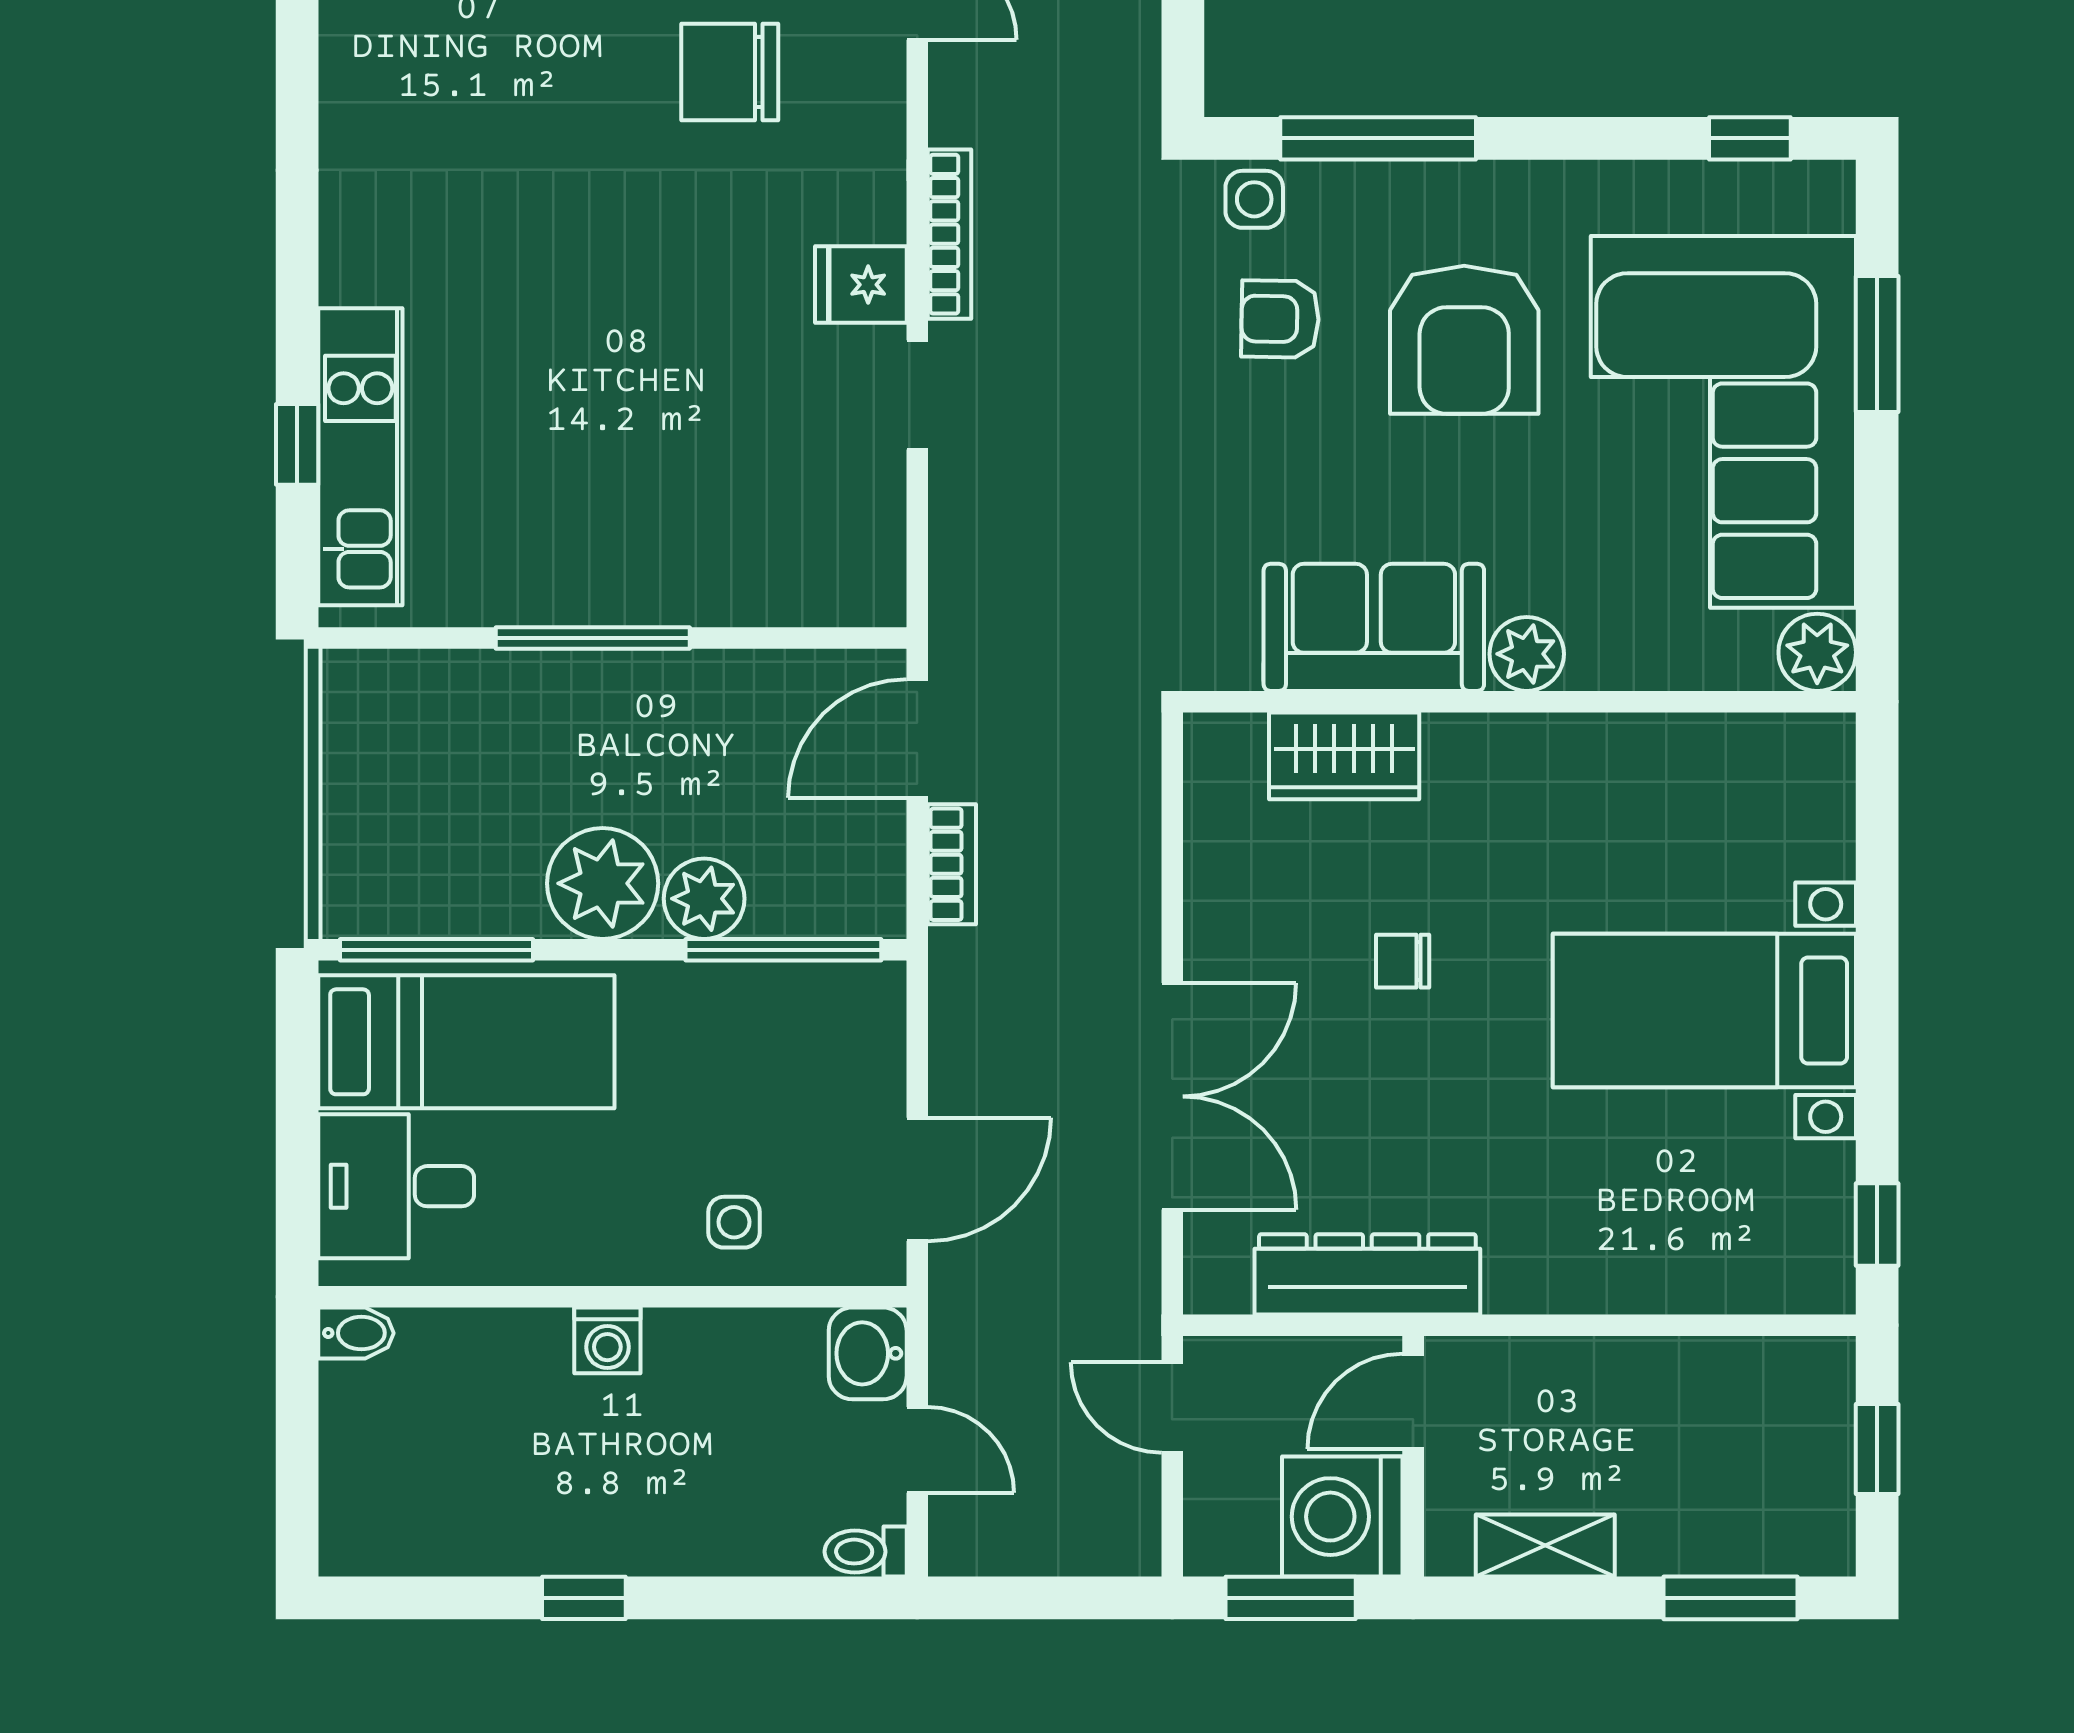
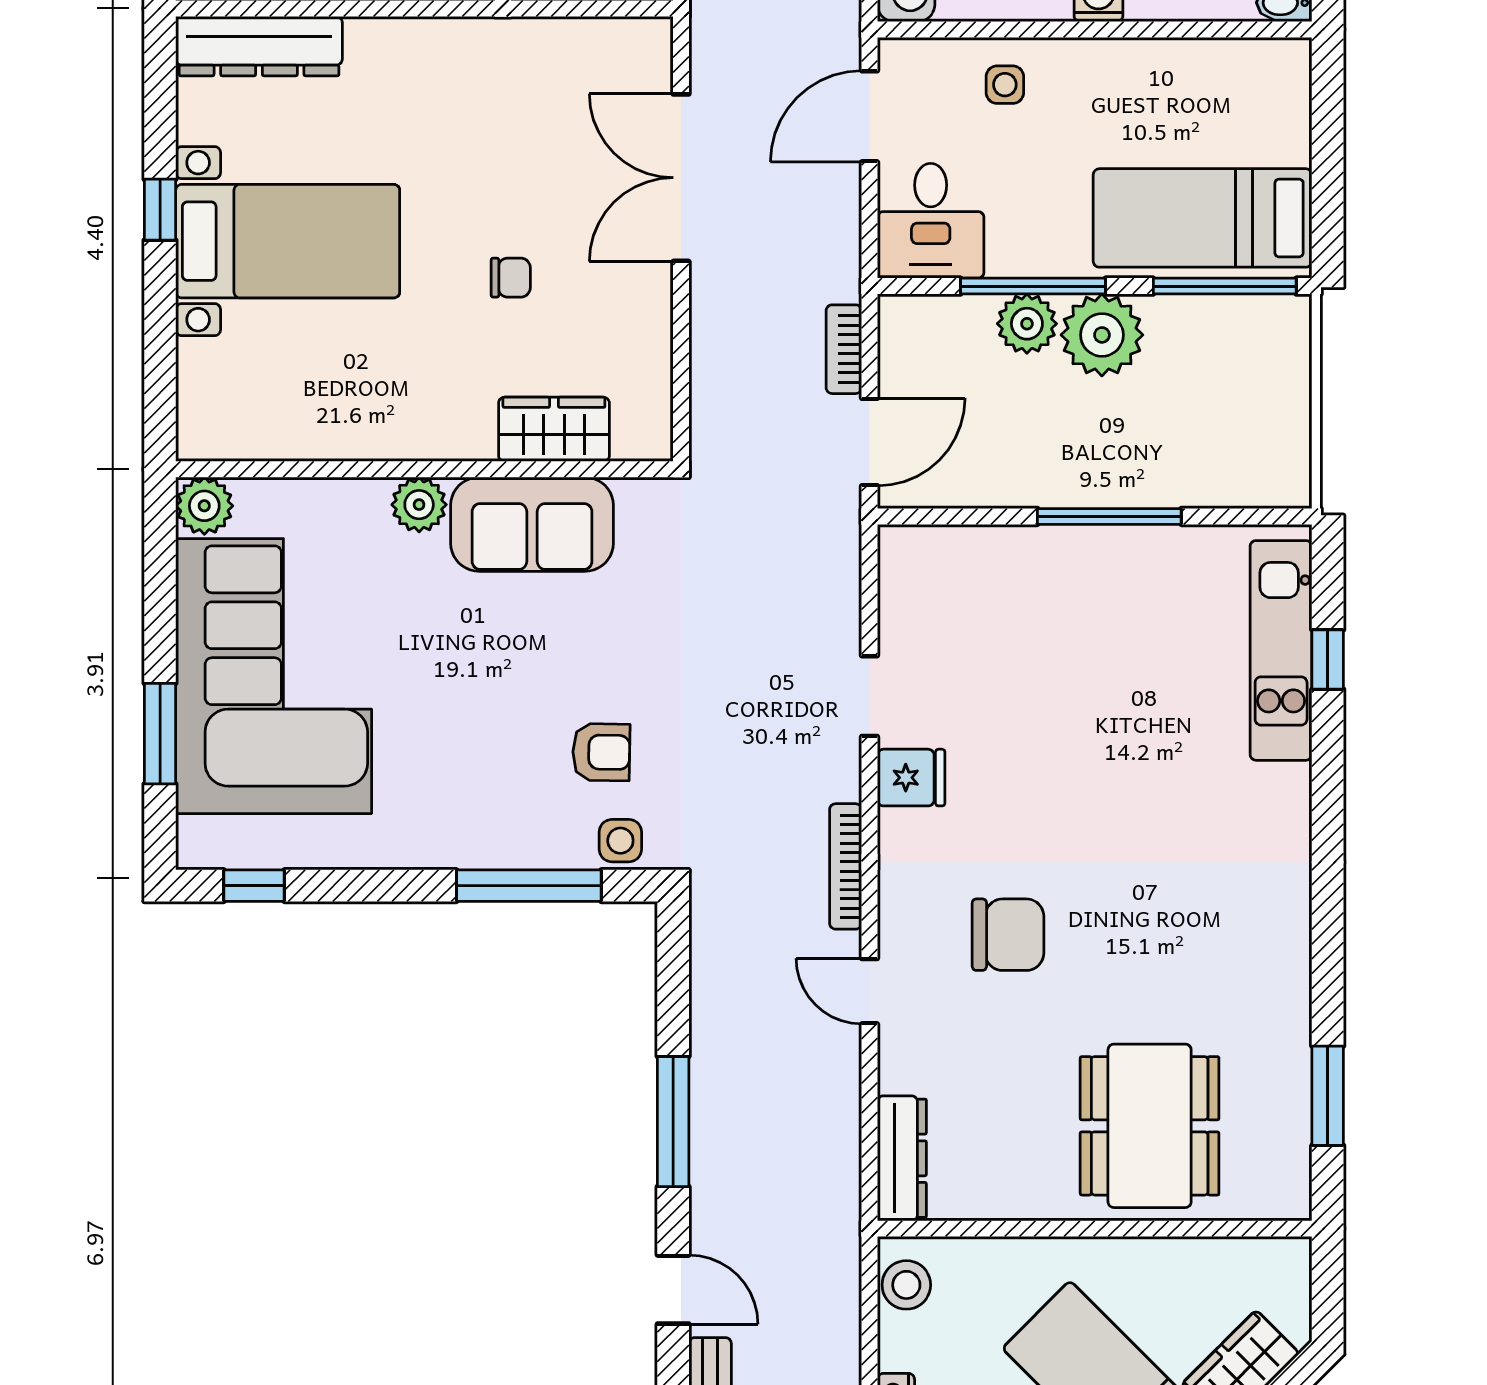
bookcase: (950, 234) -> (846, 866), moved
armchair: (1464, 340) -> (465, 737), removed
window: (783, 950) -> (1033, 286), moved
desk: (396, 1186) -> (931, 221), moved, turned 90
window: (1877, 1225) -> (160, 210), moved
dresser: (1367, 1274) -> (259, 46), moved

